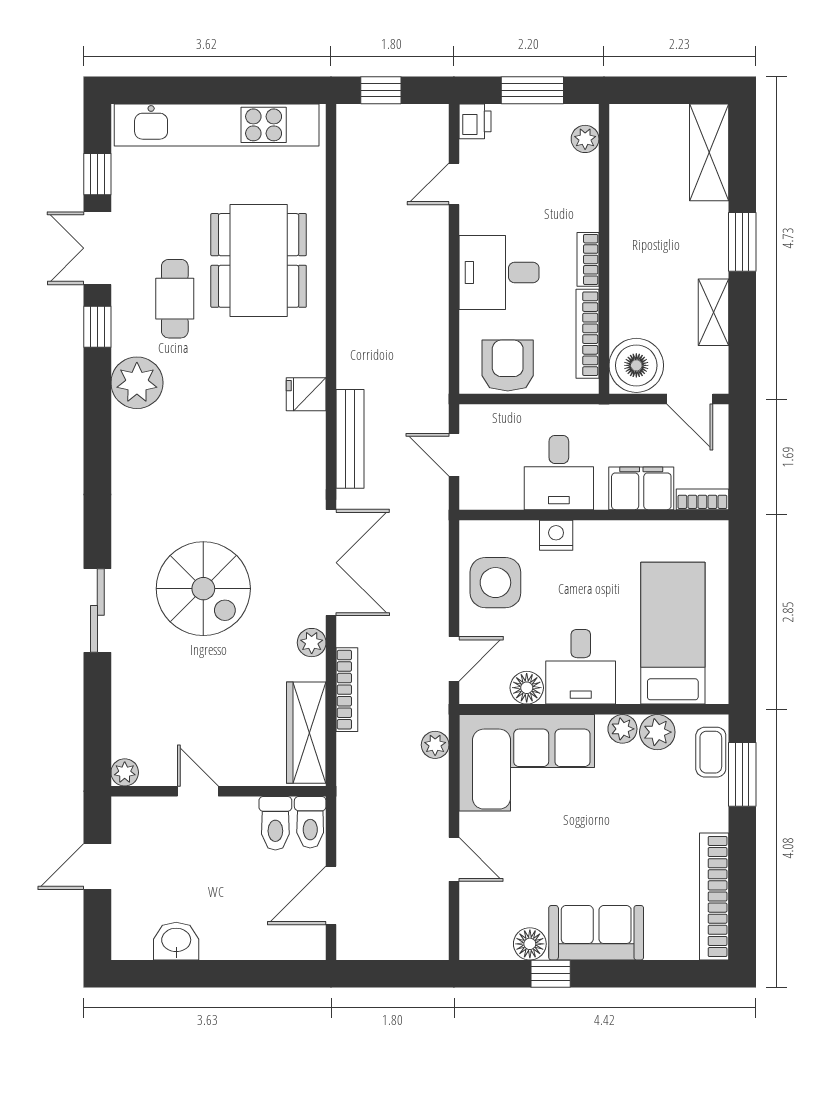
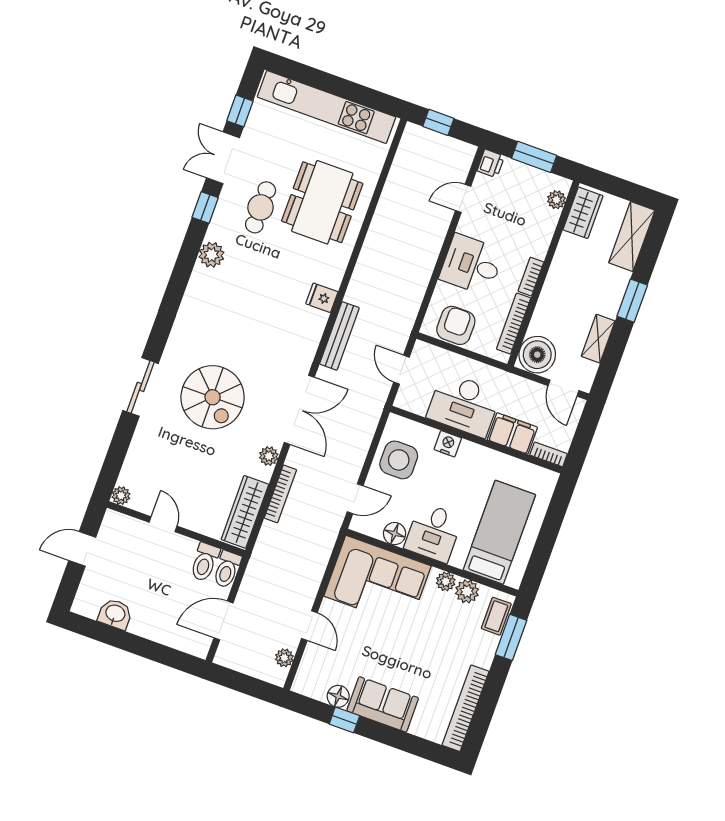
wardrobe: (629, 144) -> (583, 213), added
plant: (137, 383) -> (212, 255), width x0.73, depth x0.73
desk: (559, 473) -> (464, 405), width x1.37
plant: (435, 745) -> (284, 658), moved

